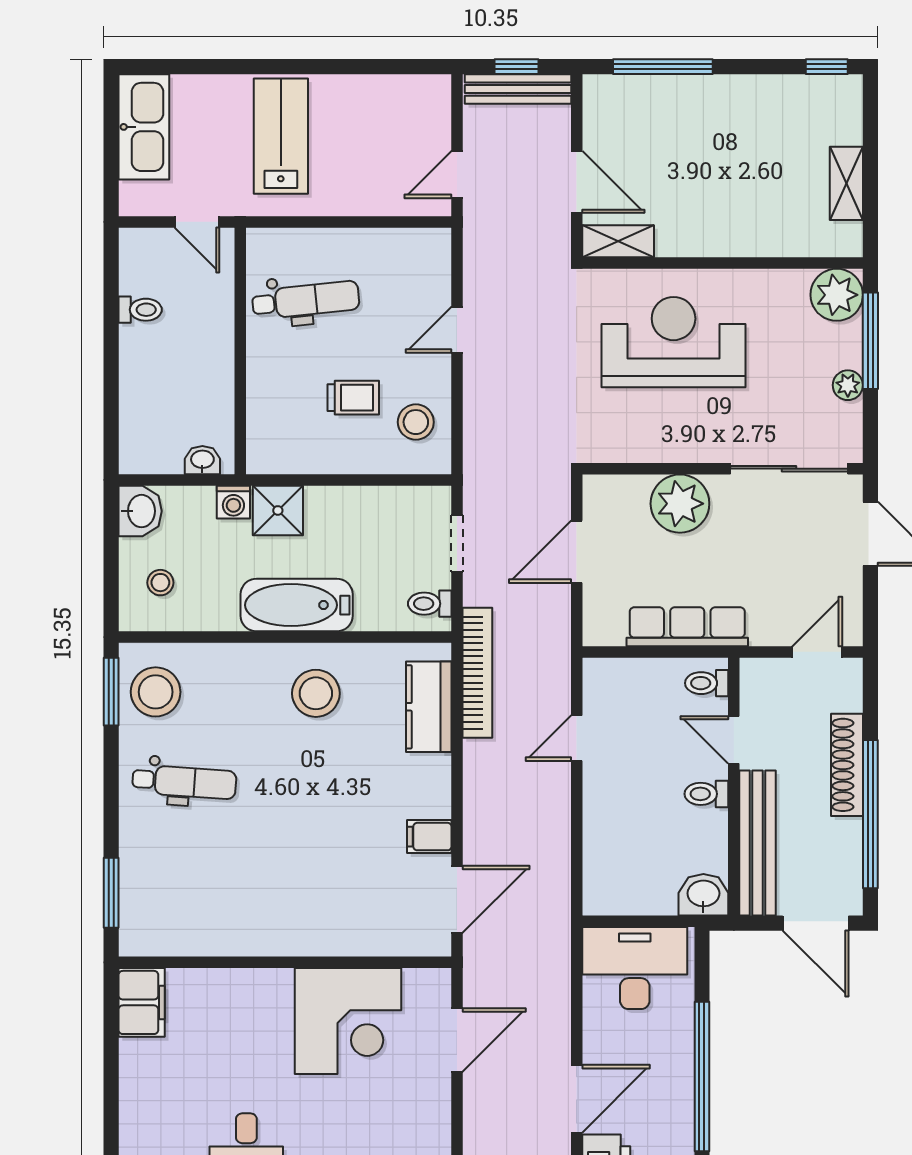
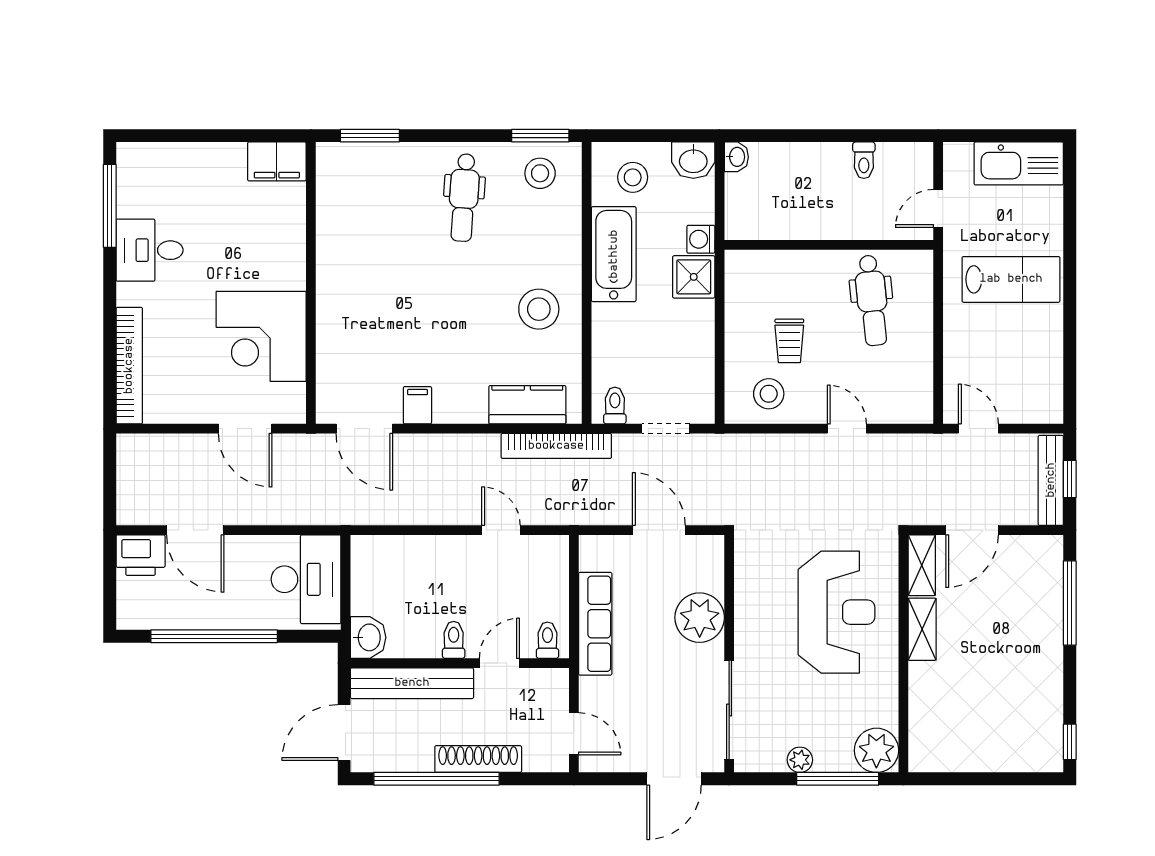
shelving: (846, 183) -> (922, 629), moved, turned 90
washbasin: (202, 460) -> (736, 157), moved
stool: (160, 583) -> (633, 177), width x1.37, depth x1.37
bathtub: (297, 605) -> (614, 254), moved
stool: (156, 692) -> (540, 173), width x0.73, depth x0.73

